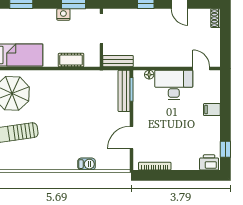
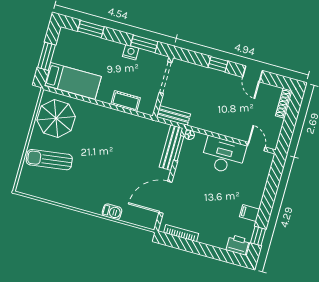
shoe rack: (215, 18) -> (284, 103), width x1.43
floor lamp: (149, 75) -> (189, 135), moved
filing cabinet: (212, 110) -> (250, 213), moved
door: (131, 138) -> (165, 197), width x1.36

